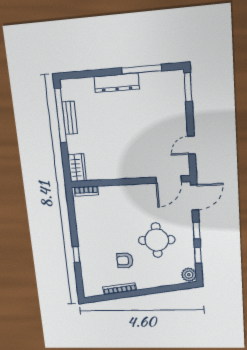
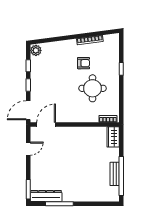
dresser: (117, 83) -> (46, 196), moved
round table: (157, 240) -> (93, 88), moved

